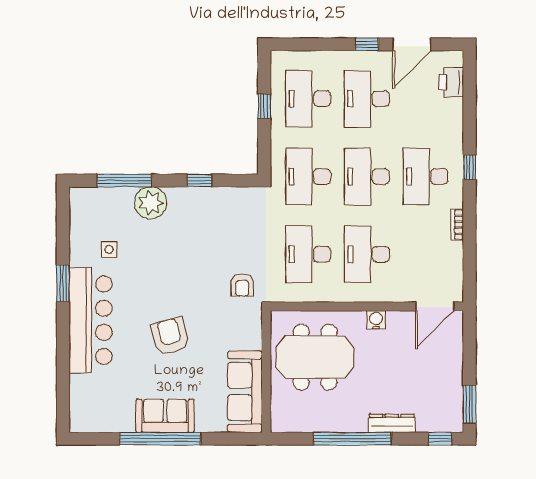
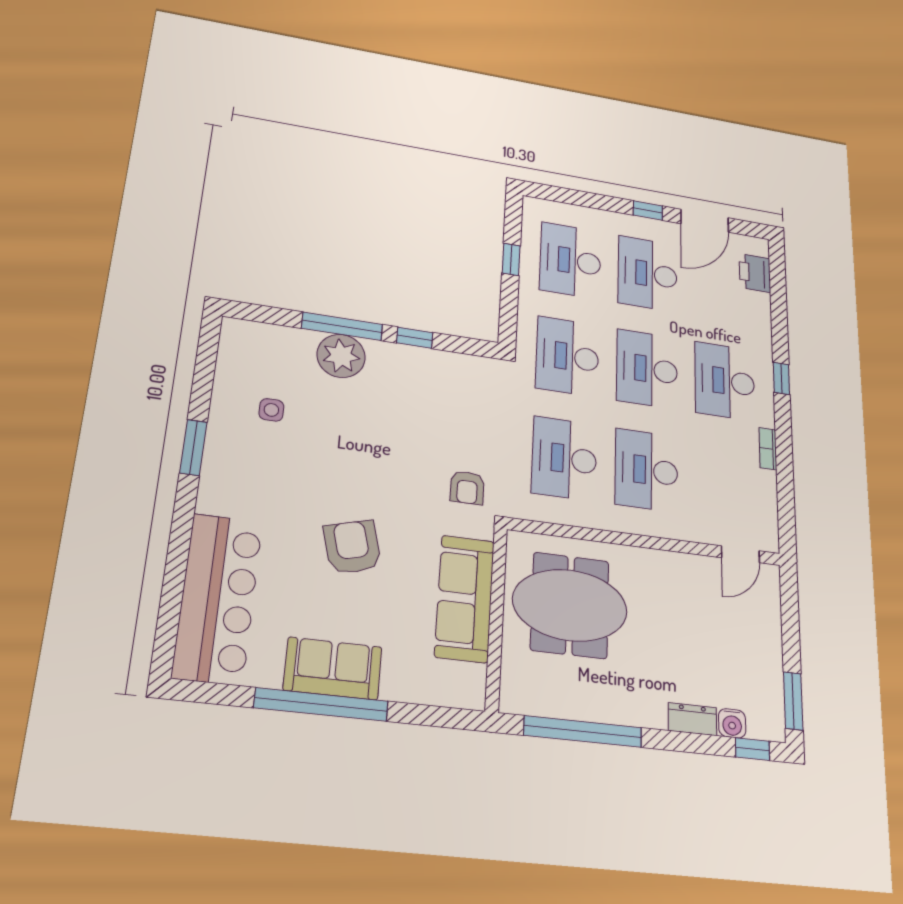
window: (124, 181) -> (342, 326), moved
door: (435, 307) -> (740, 554), width x0.73
bar counter: (91, 320) -> (218, 598), moved
water cooler: (376, 320) -> (732, 723), moved, turned 180
sofa: (245, 392) -> (465, 598), moved
dresser: (392, 423) -> (692, 719), width x0.70
window: (352, 439) -> (583, 732), moved

